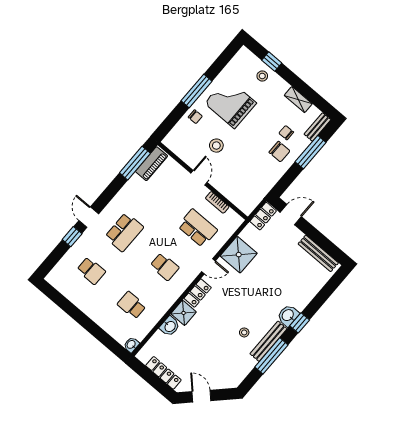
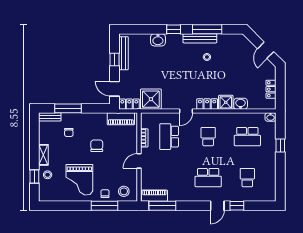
window: (196, 91) -> (104, 206), moved
shelving: (298, 100) -> (43, 155), moved
stool: (216, 146) -> (124, 191), moved
chair: (279, 152) -> (97, 146), moved
piano: (256, 195) -> (121, 119), added
school desk: (124, 232) -> (208, 178), turned 180
window: (320, 239) -> (115, 59), added
shower: (239, 255) -> (151, 99), moved
door: (208, 266) -> (186, 111), swing flipped
school desk: (132, 305) -> (247, 137), width x1.85
washbasin: (288, 315) -> (158, 40), moved
window: (95, 330) -> (280, 145), added
locker: (163, 373) -> (271, 89), width x0.66

